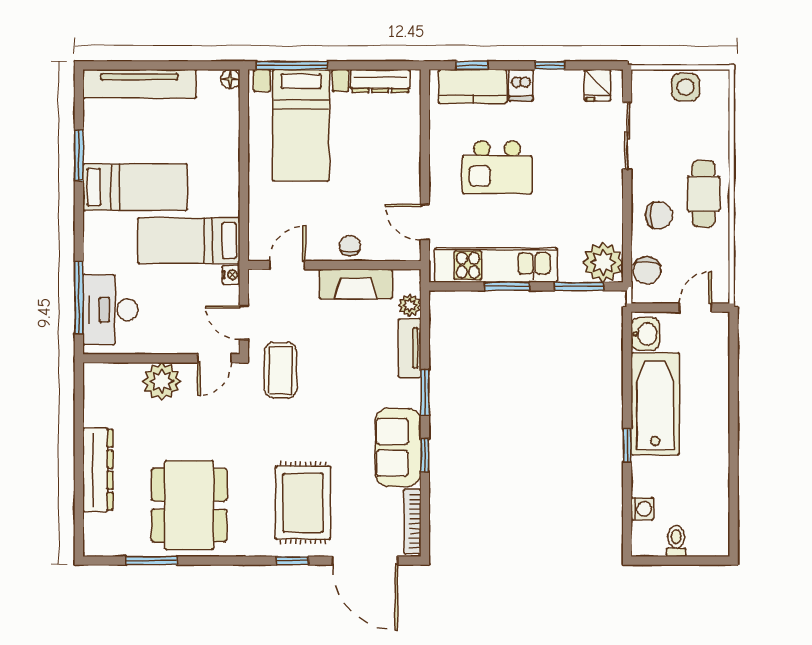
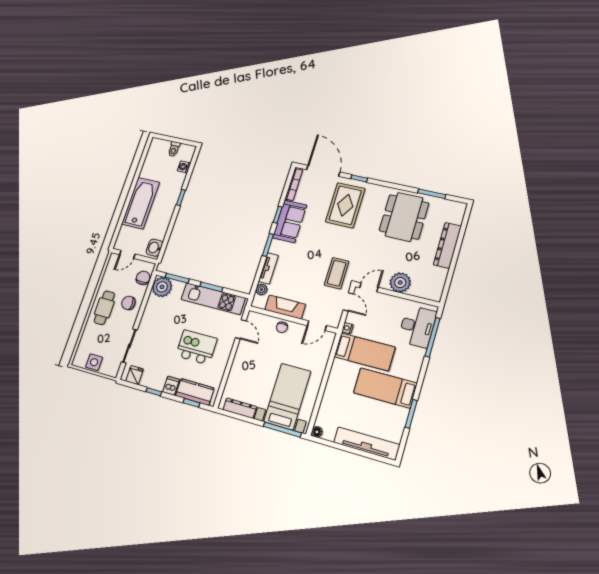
bathtub: (655, 404) -> (141, 203), moved, turned 180

